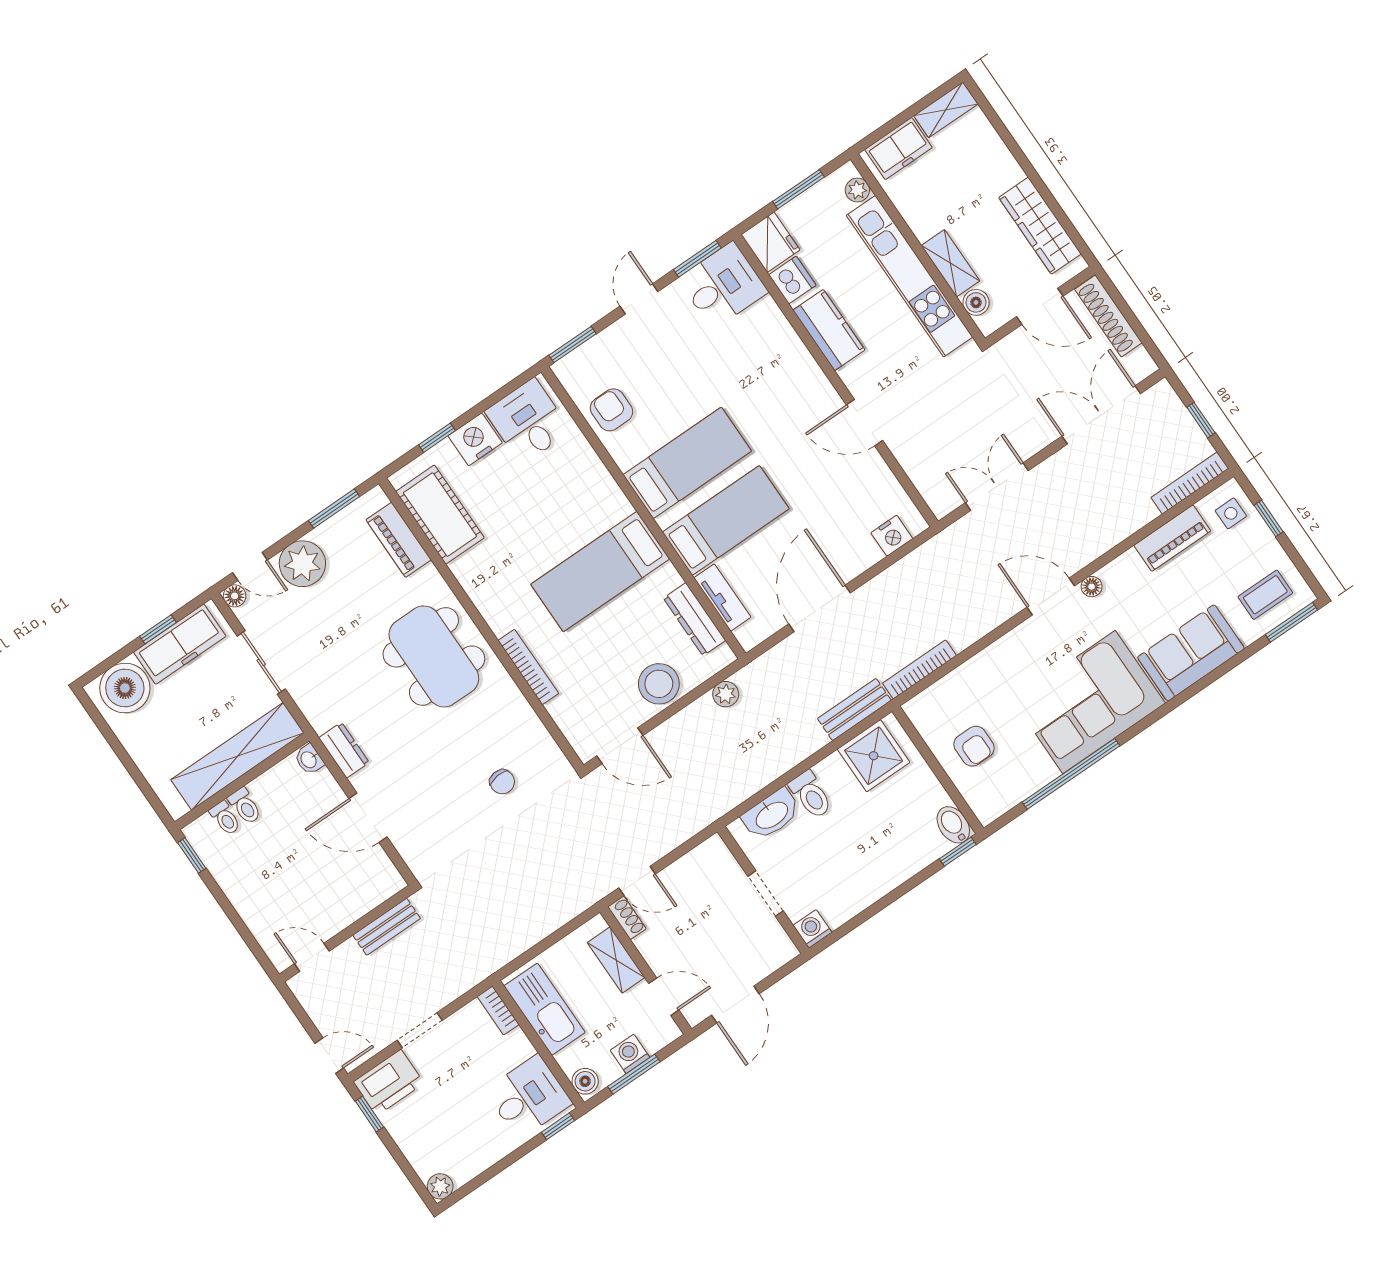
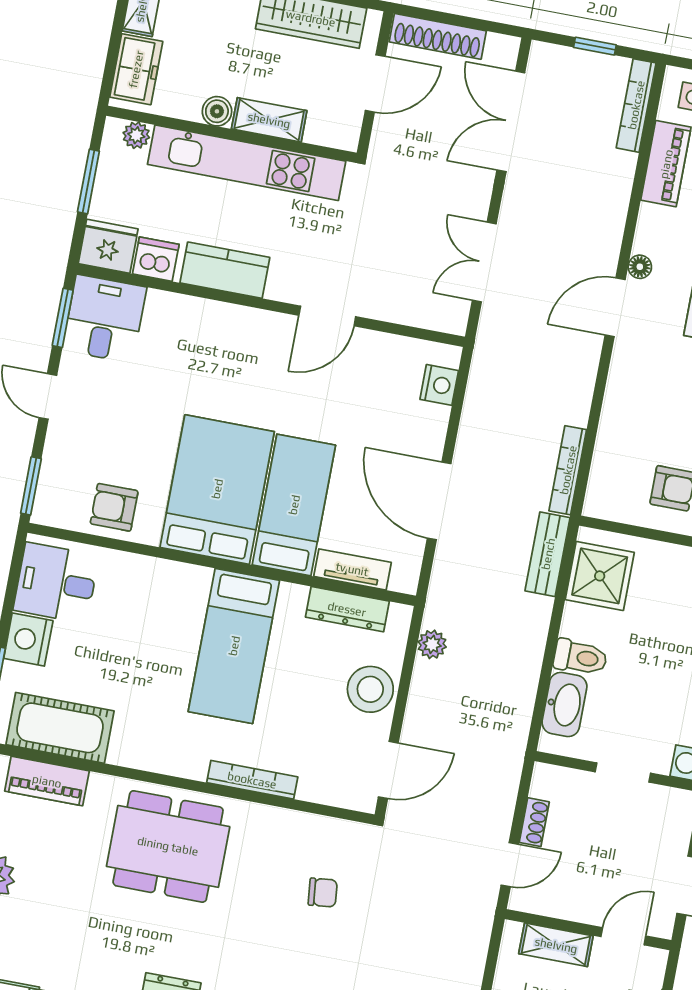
boiler: (976, 302) -> (217, 111), moved
bed: (687, 463) -> (217, 489), width x1.50
shoe rack: (627, 918) -> (534, 822), moved, turned 90

